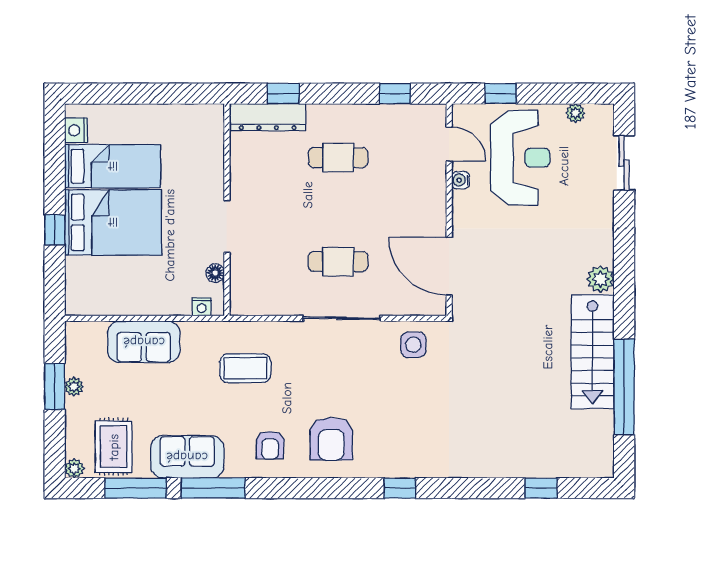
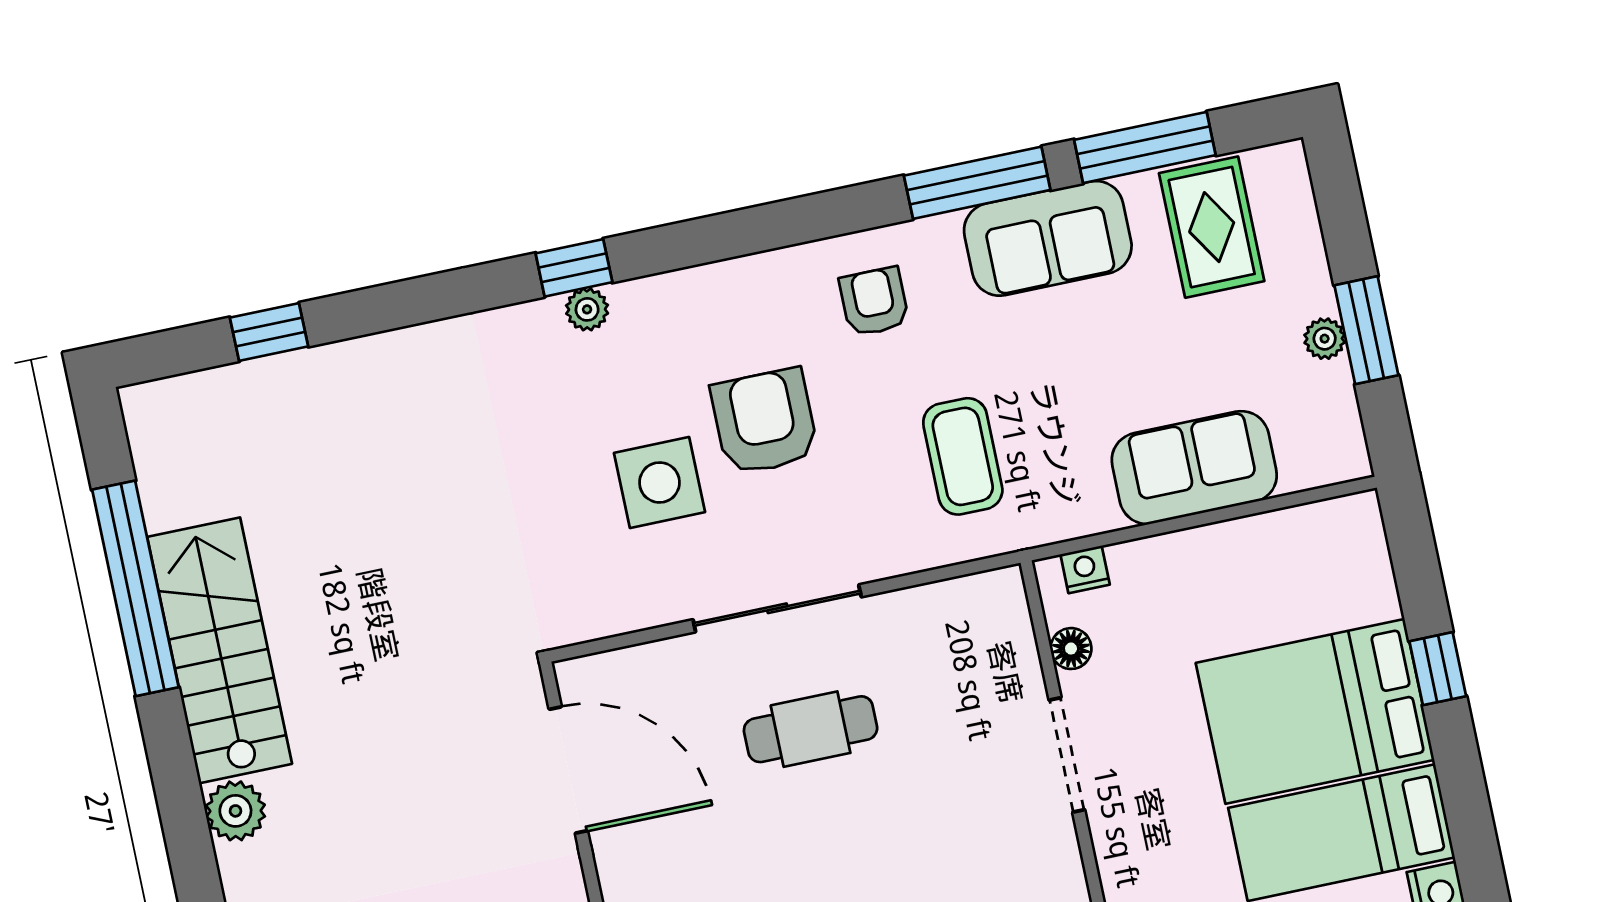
side table: (413, 345) -> (660, 482), moved, width x1.37, depth x1.37
coffee table: (245, 368) -> (963, 456), turned 90
armchair: (331, 439) -> (765, 422), moved
plant: (74, 468) -> (587, 309), moved

